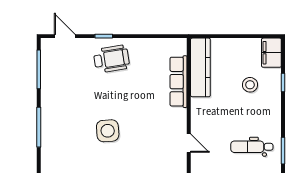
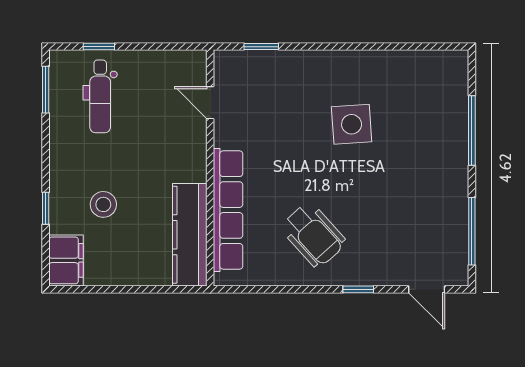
wheelchair: (111, 59) -> (313, 235), moved, turned -123
row of seats: (178, 82) -> (228, 210), width x1.36
dental chair: (252, 147) -> (100, 96), turned 90

